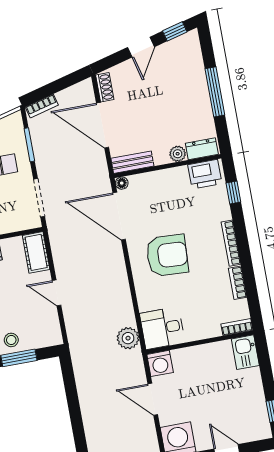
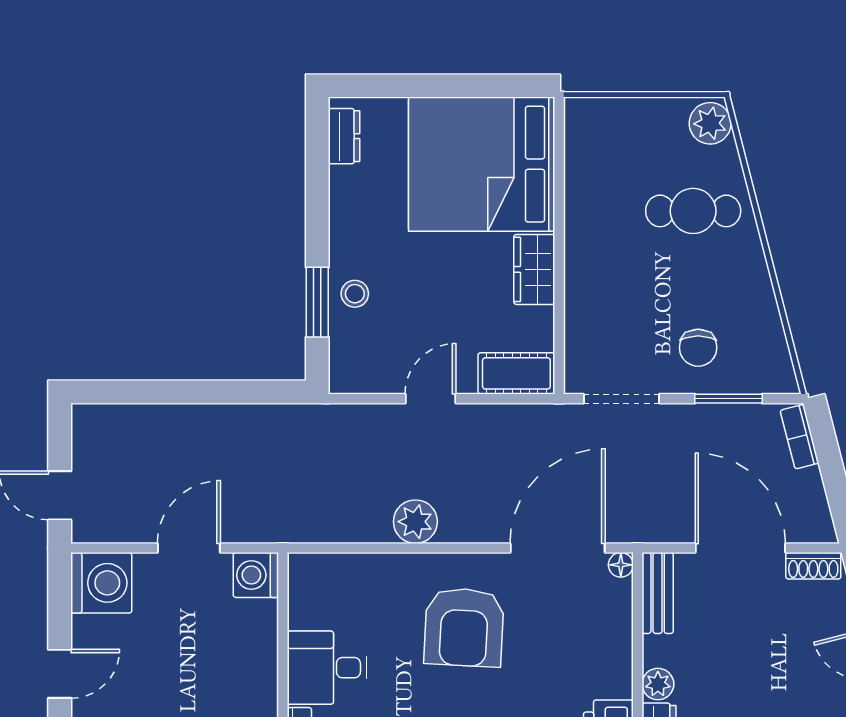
door: (102, 125) -> (740, 548), hinge flipped
desk: (162, 328) -> (327, 668), moved, turned -90
plant: (128, 338) -> (415, 522), moved

